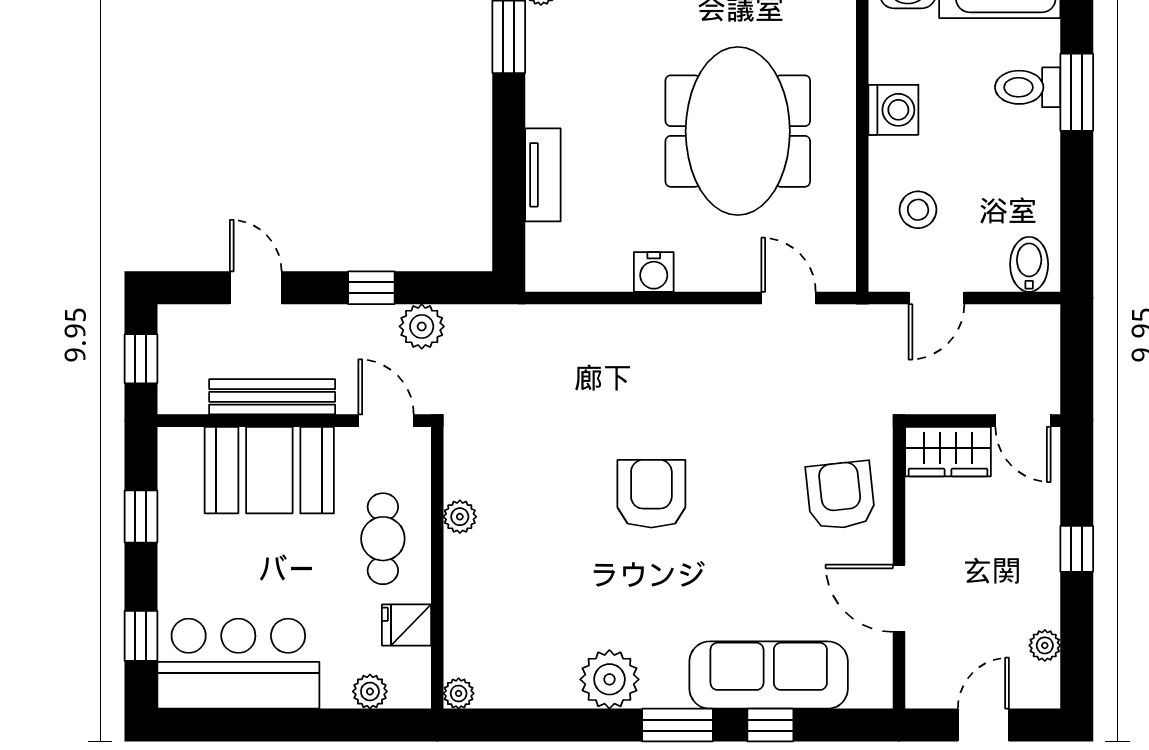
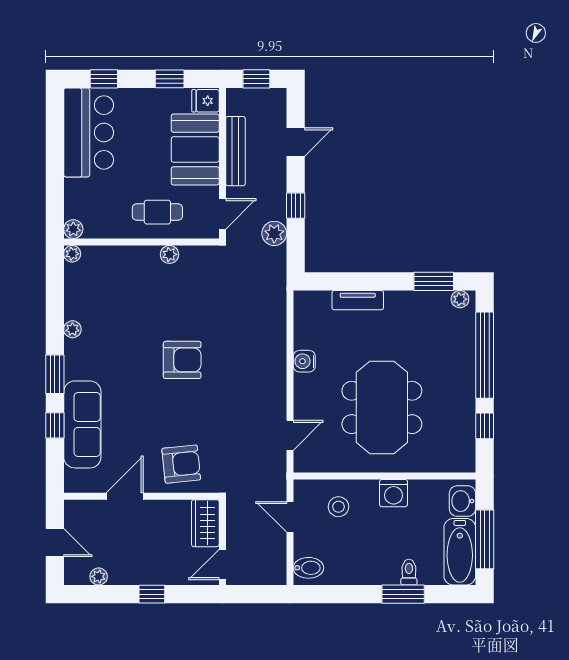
toilet: (1028, 87) -> (409, 572), width x0.73, depth x0.72
meeting table: (738, 131) -> (382, 407), turned 90
fridge: (406, 625) -> (205, 101), moved, turned -90
plant: (609, 679) -> (72, 329), width x0.53, depth x0.53
plant: (370, 691) -> (73, 229), moved

